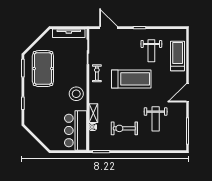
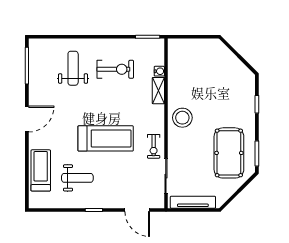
weight bench: (151, 51) -> (77, 178), turned 90
treadmill: (178, 56) -> (41, 170), turned 180
treadmill: (131, 79) -> (106, 138), turned 180
weight bench: (156, 119) -> (73, 68), moved
bar counter: (76, 130) -> (183, 66), removed

